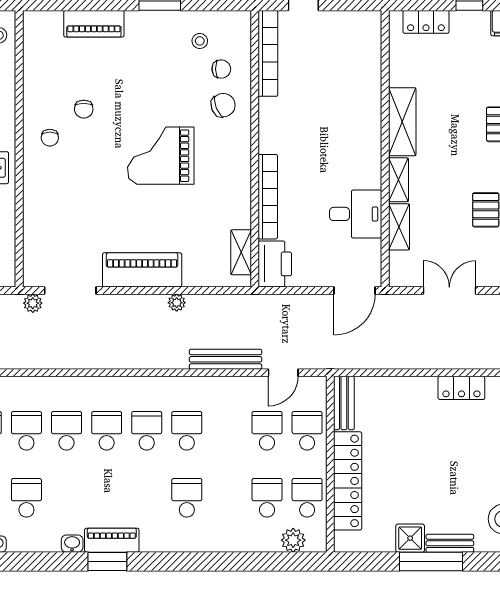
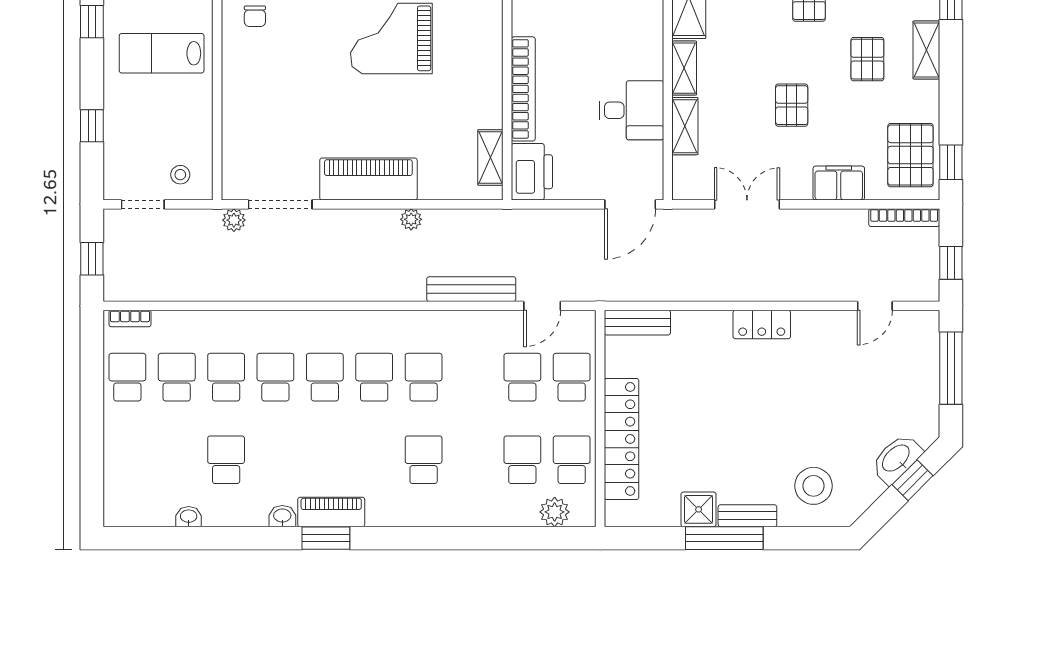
bench: (344, 403) -> (637, 323), moved, turned 90

